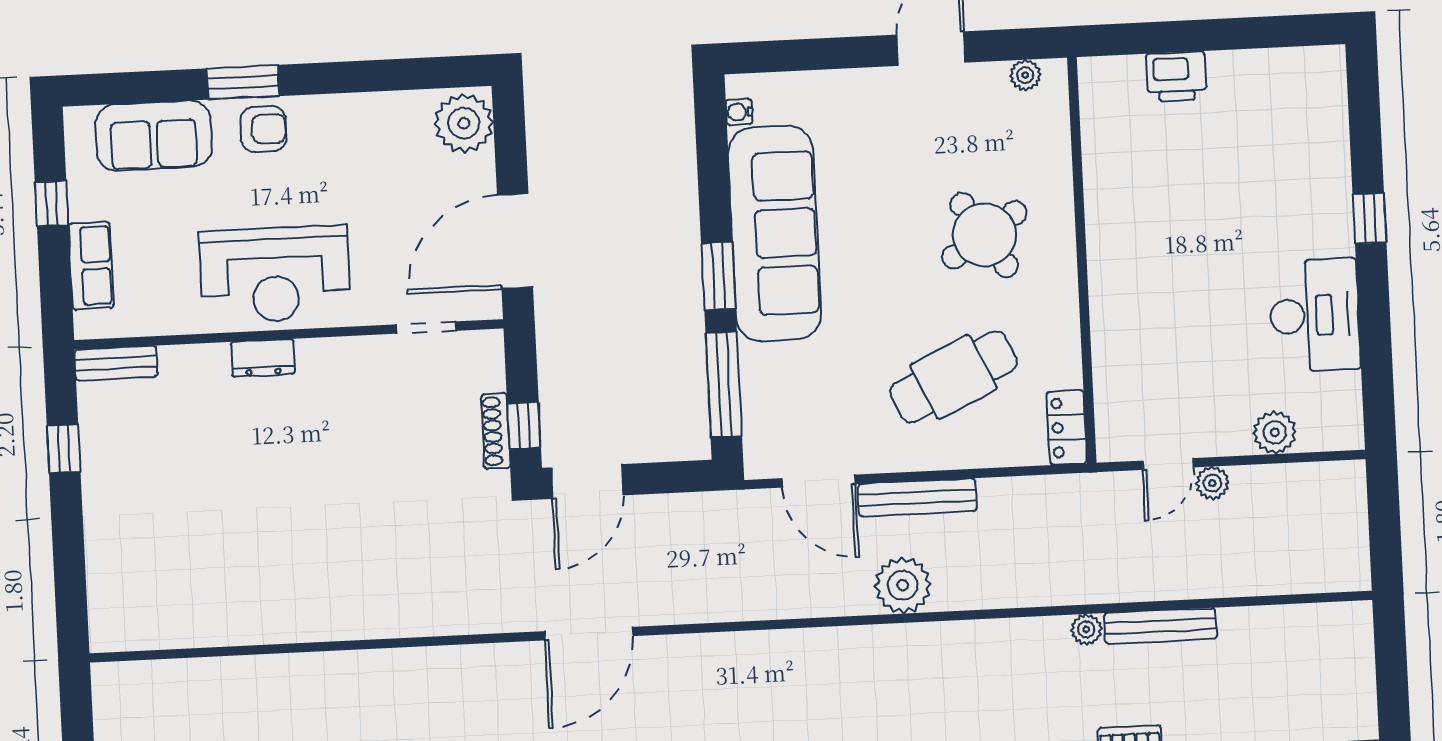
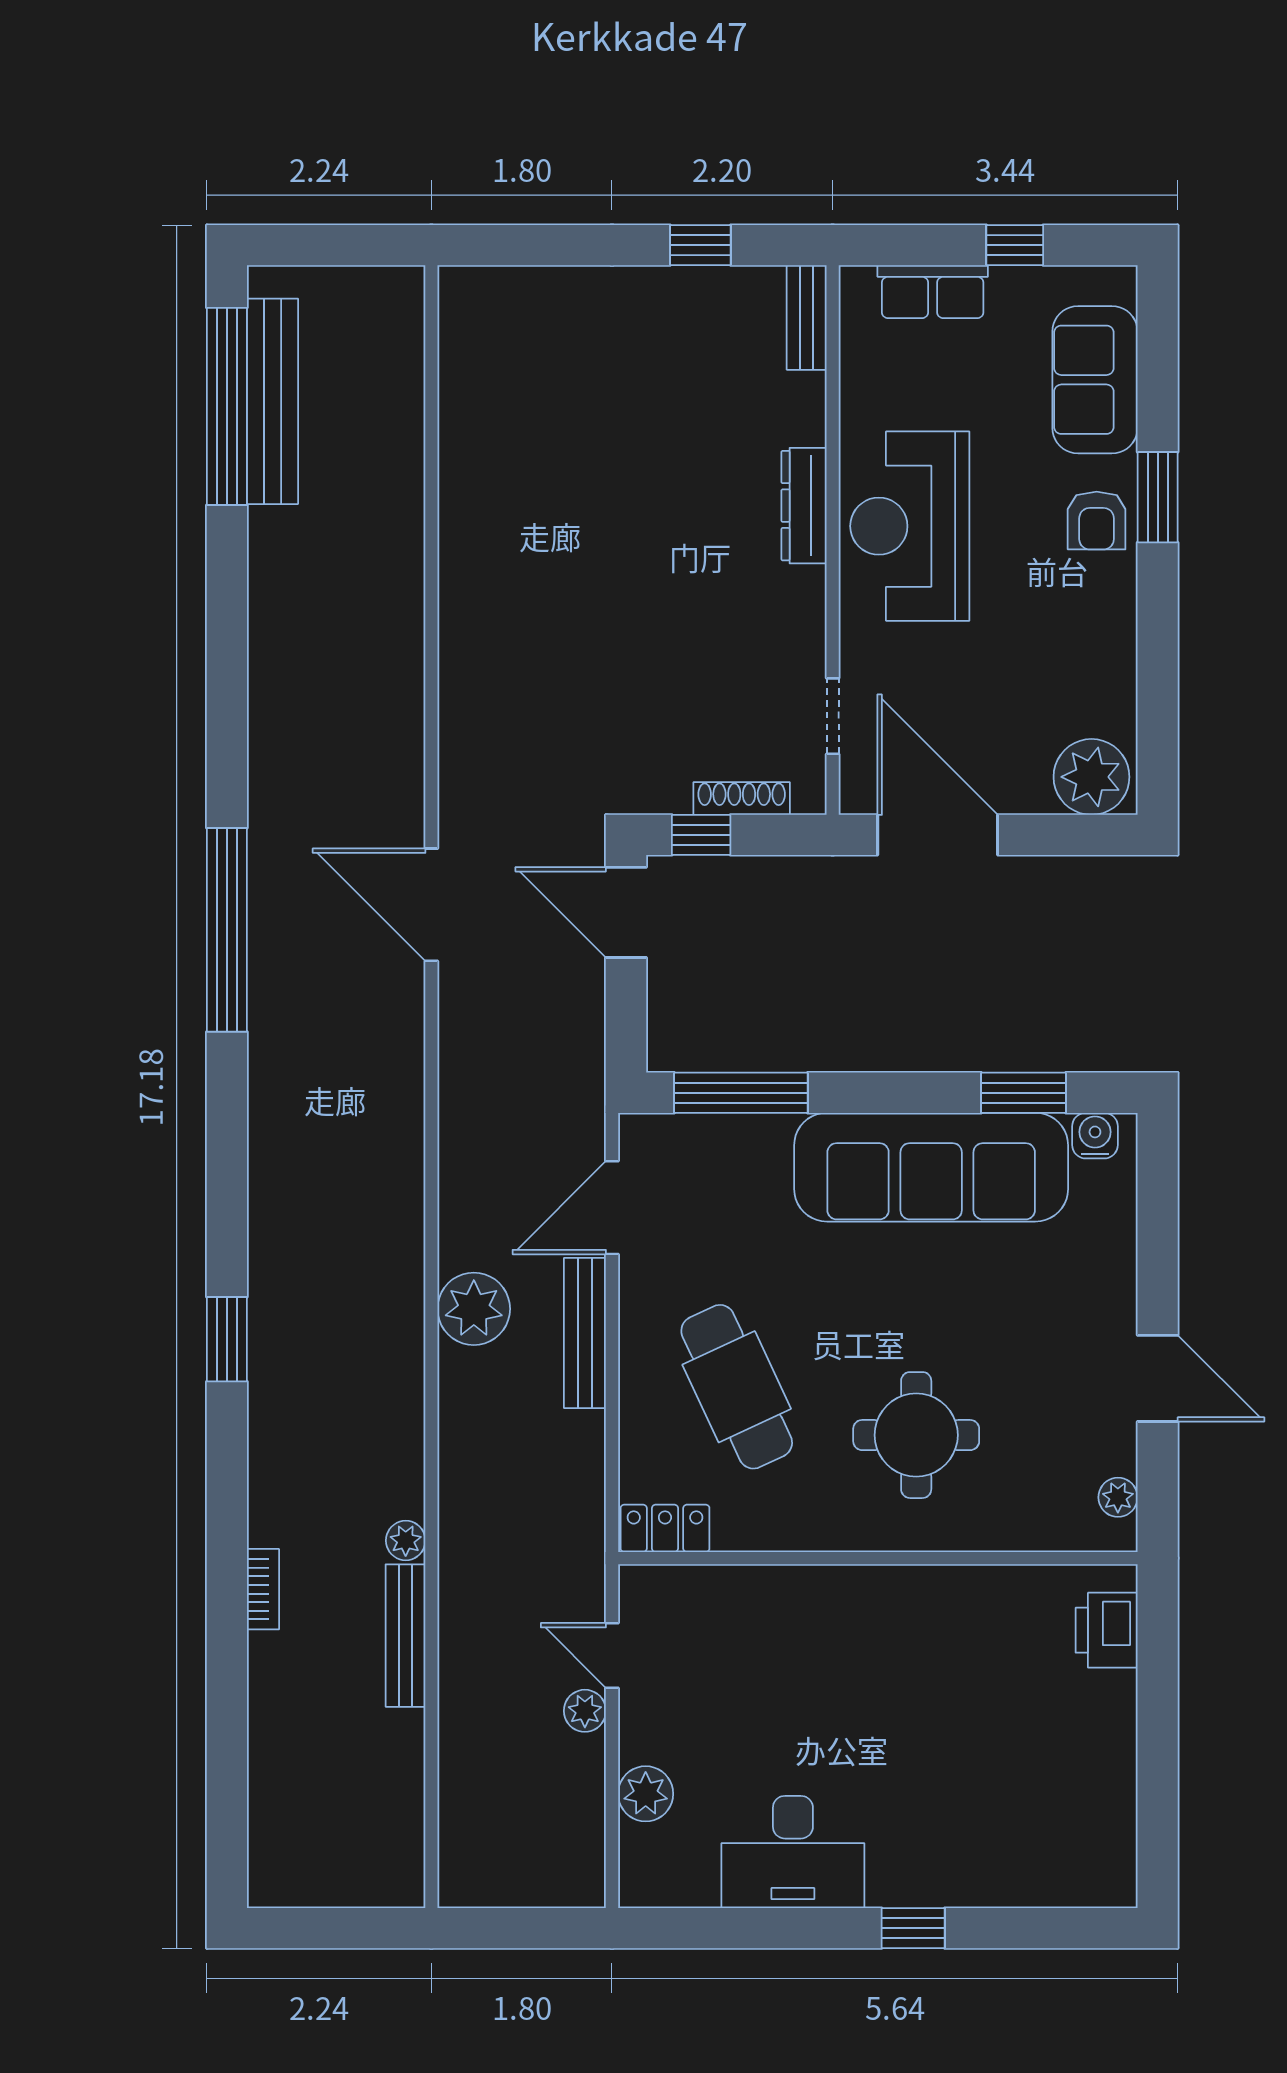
printer: (1176, 77) -> (1107, 1630), moved
water cooler: (739, 112) -> (1095, 1136), width x1.38, depth x1.38
round table: (984, 235) -> (916, 1435), turned 33
window: (718, 276) -> (1023, 1093), moved
dresser: (263, 358) -> (804, 506), width x1.44
shoe rack: (496, 431) -> (742, 798), moved

